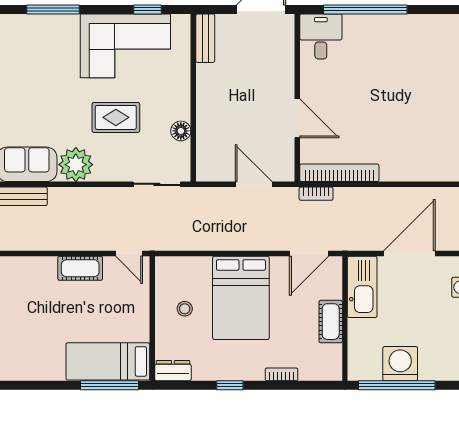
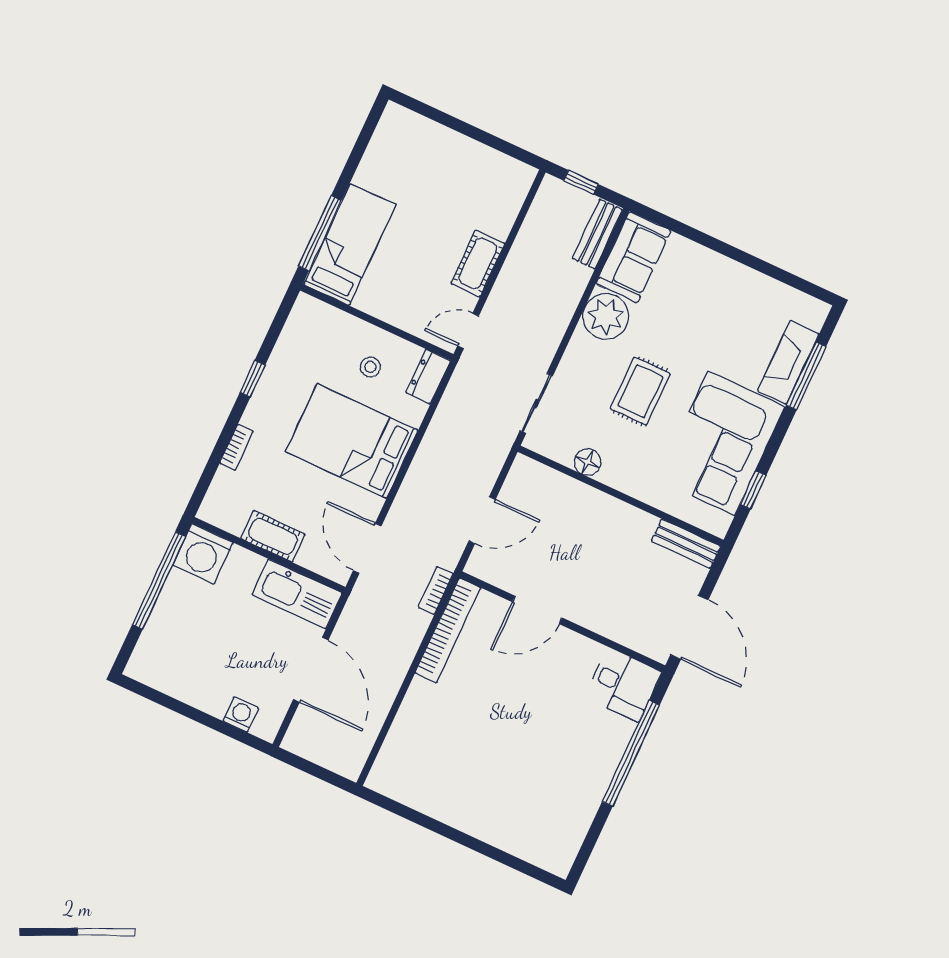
fireplace: (50, 26) -> (788, 362), added
washing machine: (400, 364) -> (203, 554), moved, turned 90
dresser: (173, 371) -> (428, 377), moved, turned 180

